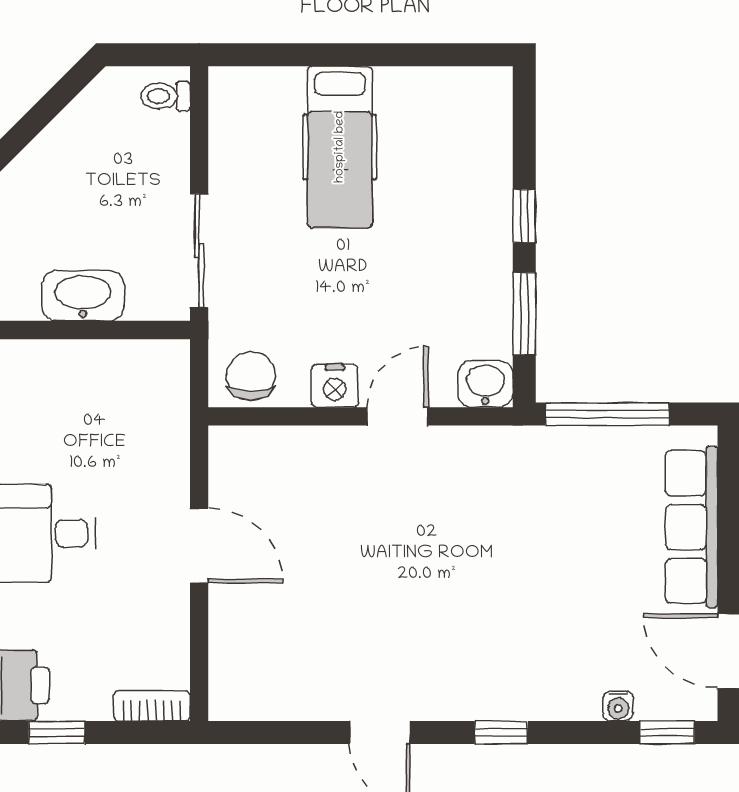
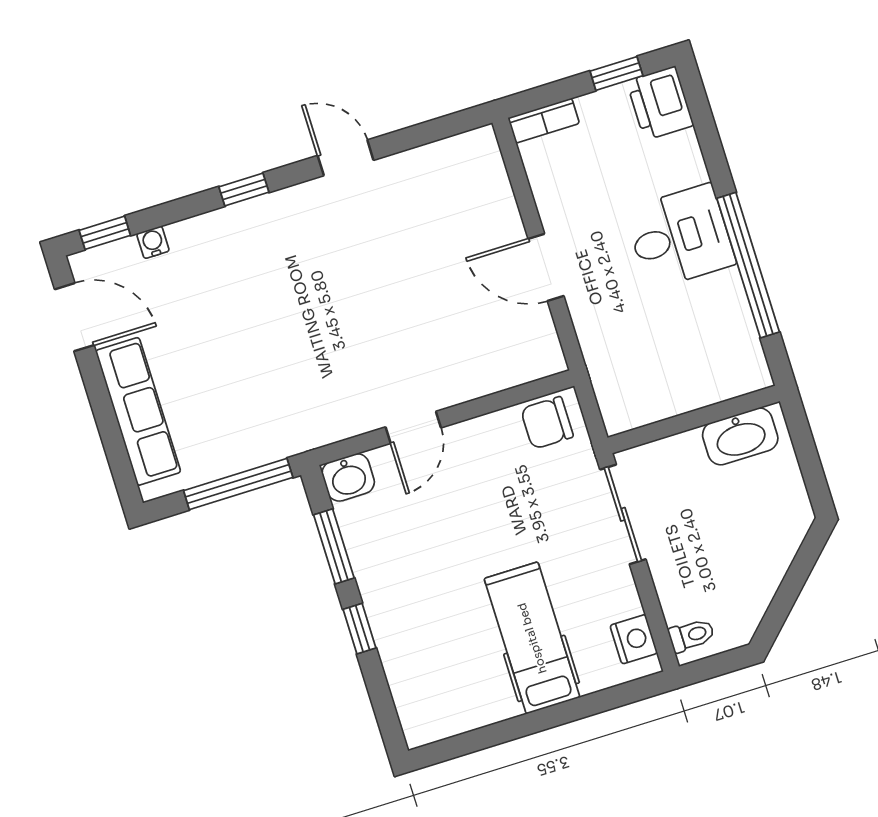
washbasin: (83, 296) -> (740, 436), moved
chair: (251, 376) -> (547, 423), turned 90
nightstand: (335, 386) -> (634, 639), moved, turned 90

